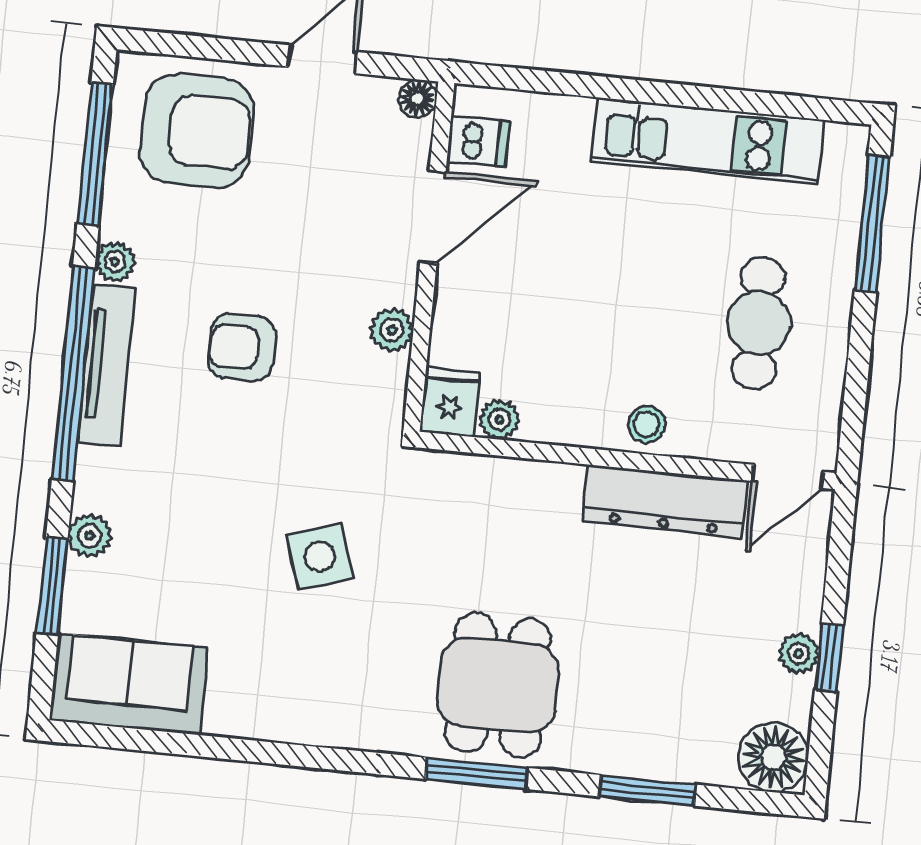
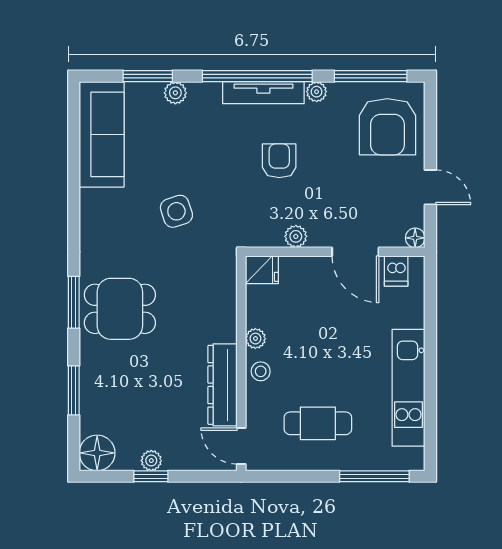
plant: (499, 420) -> (255, 339), moved
sofa: (129, 684) -> (102, 134), width x1.36

